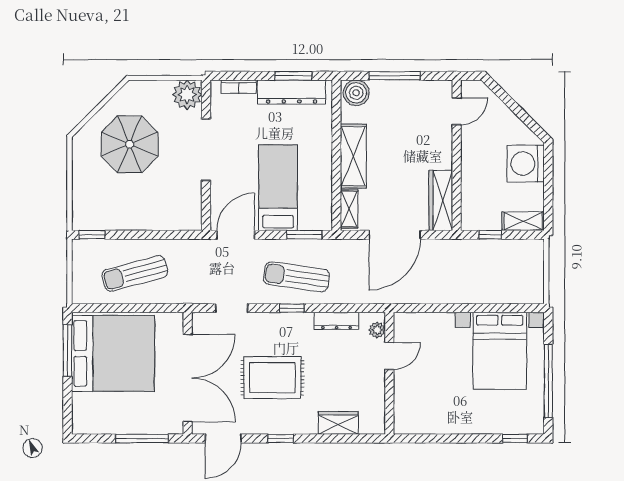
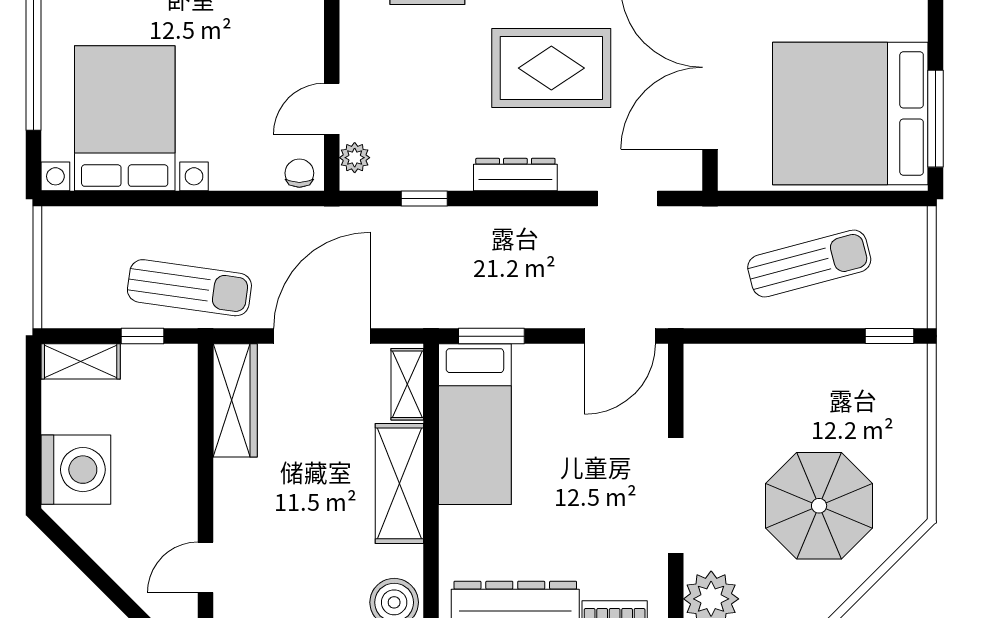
bed: (278, 188) -> (475, 424), moved
sun lounger: (296, 277) -> (189, 288), moved
window: (292, 308) -> (424, 198), moved
dresser: (336, 321) -> (515, 175), moved
chair: (407, 322) -> (299, 173), added

